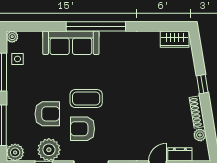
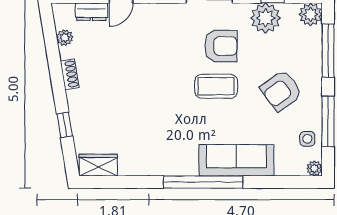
window: (202, 84) -> (65, 125), moved
shoe rack: (197, 112) -> (70, 74), width x0.70
armchair: (47, 114) -> (281, 91), moved, turned -36

